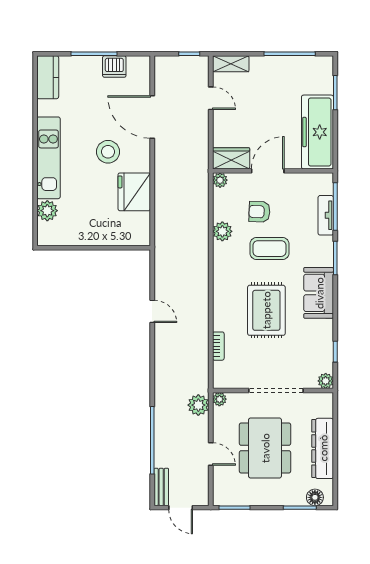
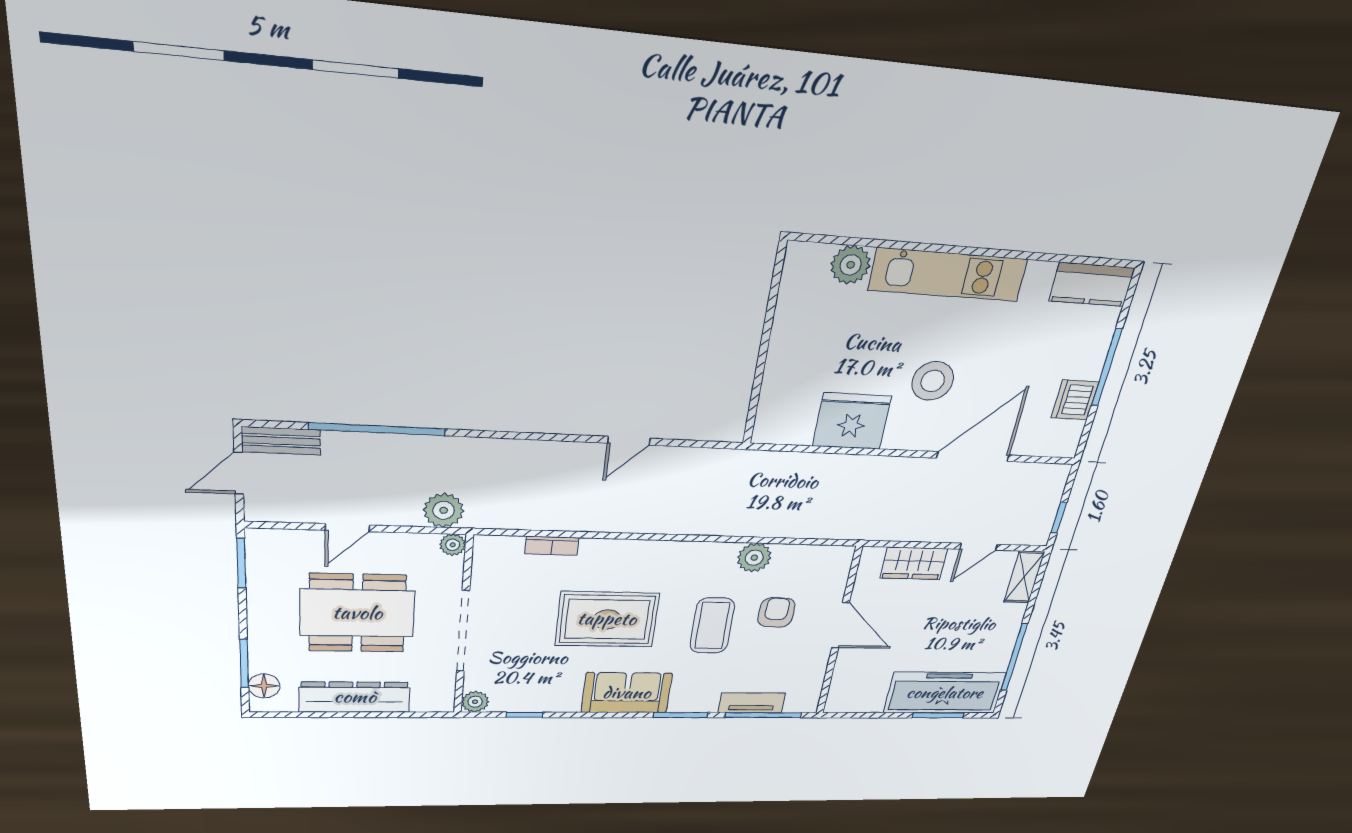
freezer: (317, 132) -> (945, 693), moved
wardrobe: (231, 158) -> (914, 563), moved, turned 90
plant: (220, 180) -> (841, 556), removed

